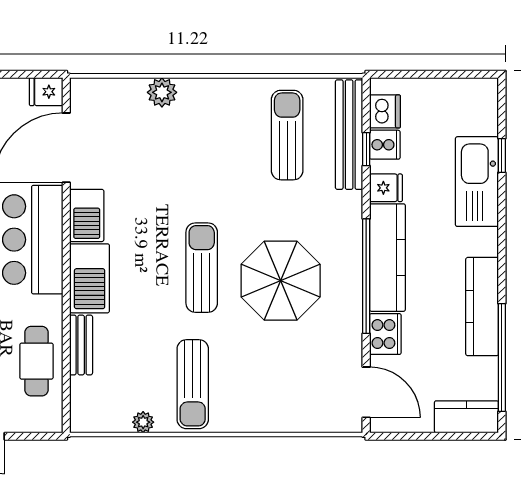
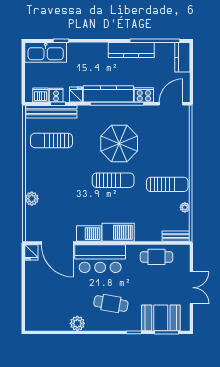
kitchen sink: (477, 182) -> (46, 52), moved
sun lounger: (202, 268) -> (113, 180), turned 180
bench: (81, 345) -> (176, 236), moved

